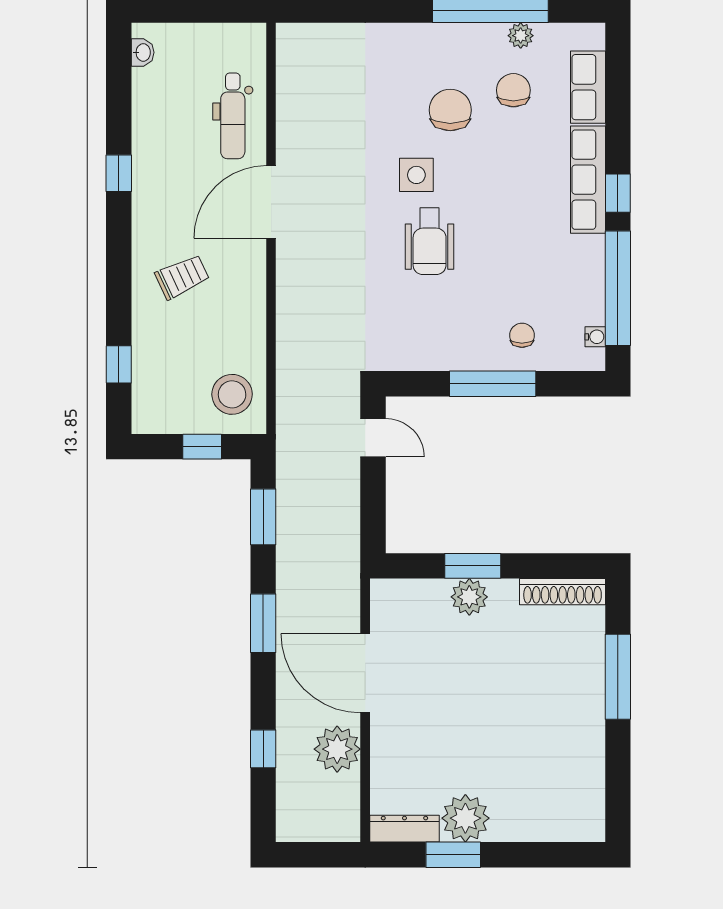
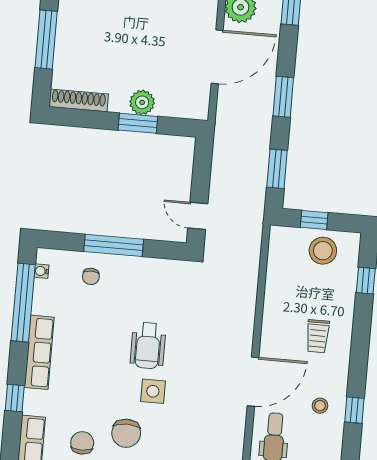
chair: (513, 90) -> (82, 443), turned 180
stool: (170, 175) -> (320, 406), added
row of seats: (588, 180) -> (39, 352), moved
window: (618, 193) -> (15, 398), moved
wheelchair: (430, 241) -> (148, 346), turned 180
trolley: (182, 277) -> (318, 336), turned -65
stool: (232, 394) -> (323, 251), moved
door: (365, 673) -> (217, 57), hinge flipped

